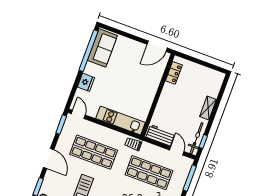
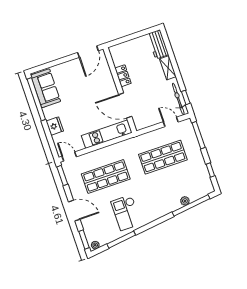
locker: (174, 73) -> (123, 76), moved
door: (152, 110) -> (125, 106), added
workbench: (161, 135) -> (158, 44), moved, turned -90
trolley: (133, 144) -> (132, 144), removed

